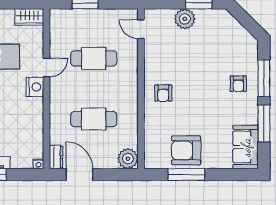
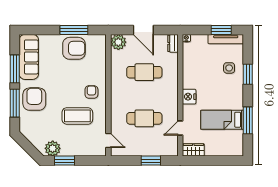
plant: (185, 19) -> (53, 148), moved
coffee table: (182, 62) -> (77, 116), added
door: (47, 68) -> (180, 128), moved
armchair: (238, 84) -> (34, 99), width x1.88, depth x1.88
sofa: (246, 147) -> (29, 57), width x1.36
door: (80, 175) -> (143, 30), moved

